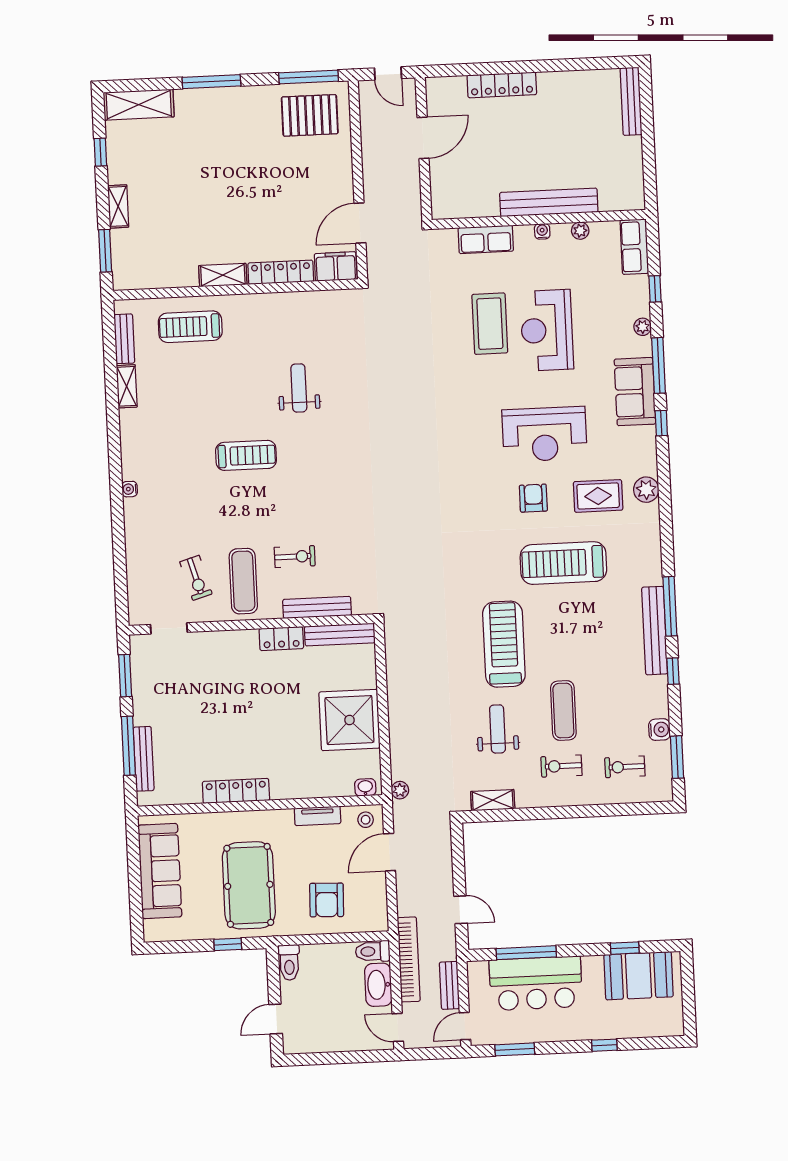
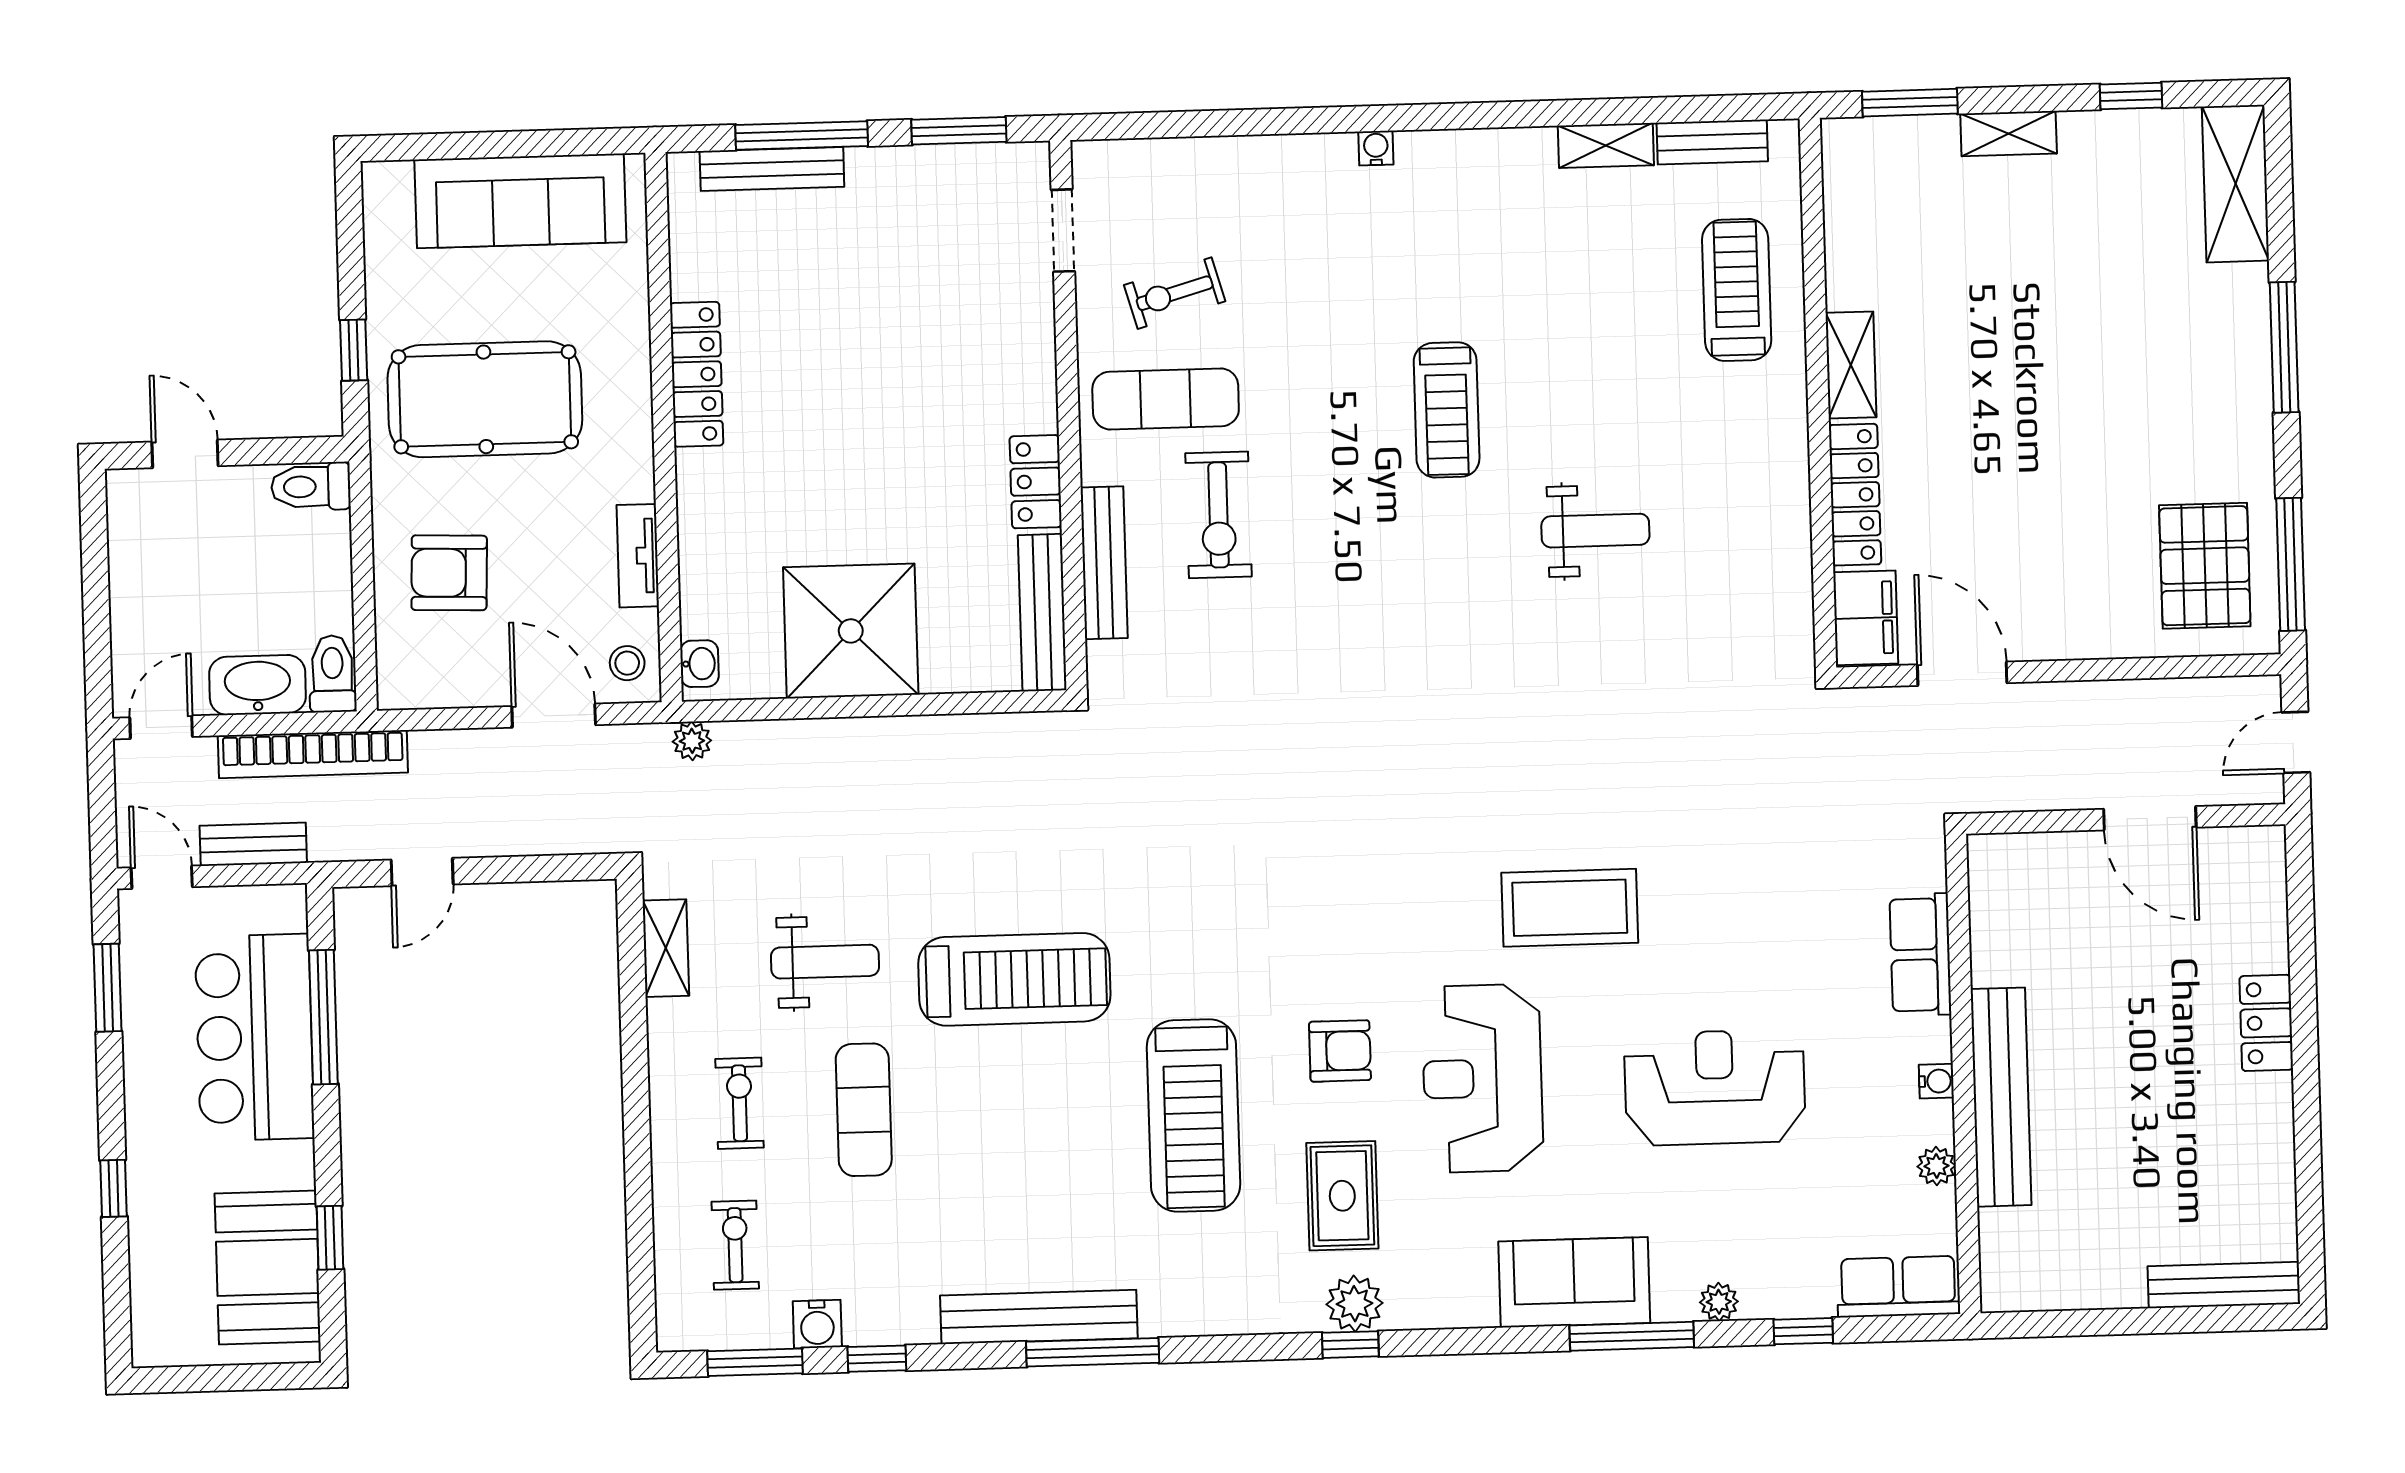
locker: (502, 85) -> (2266, 1023), width x0.66
coffee table: (490, 324) -> (1570, 908), moved
window: (661, 423) -> (1350, 1345), moved
exercise bike: (295, 557) -> (1218, 515), width x1.38, depth x1.39
treadmill: (563, 563) -> (1193, 1116), turned 180
window: (673, 671) -> (877, 1359), moved
exercise mat: (563, 710) -> (864, 1110), turned 90

